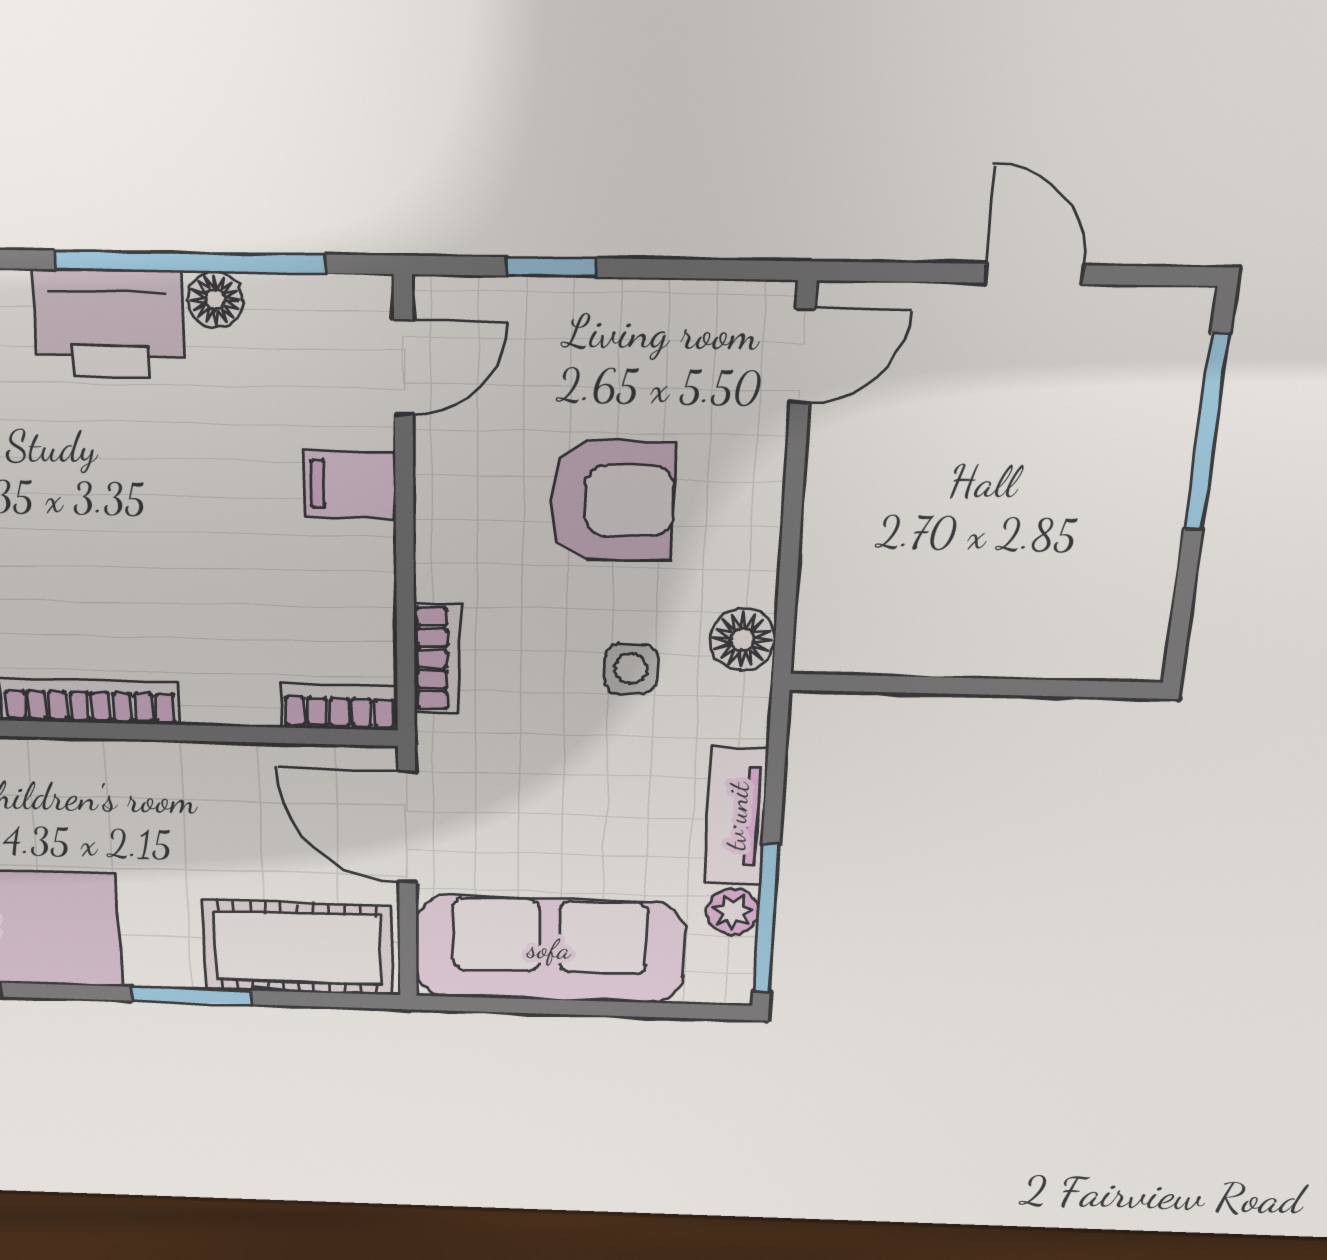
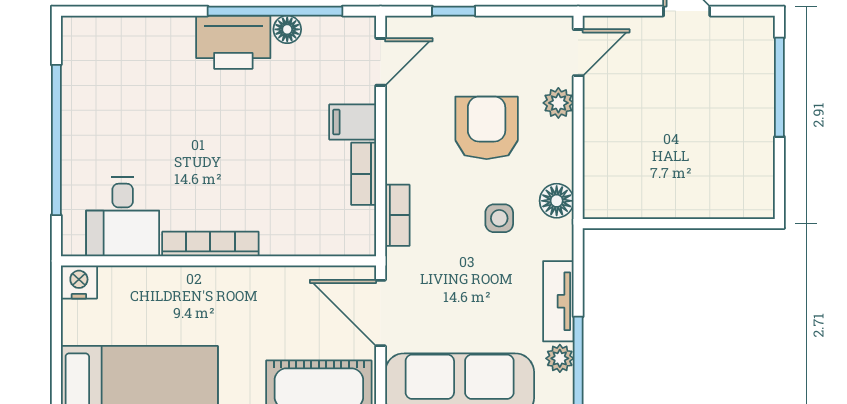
plant: (756, 456) -> (558, 103), added
armchair: (612, 501) -> (487, 128), turned -90
bookcase: (339, 707) -> (364, 174), moved, turned -90

